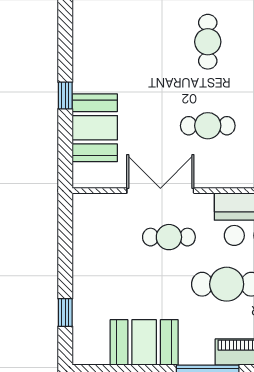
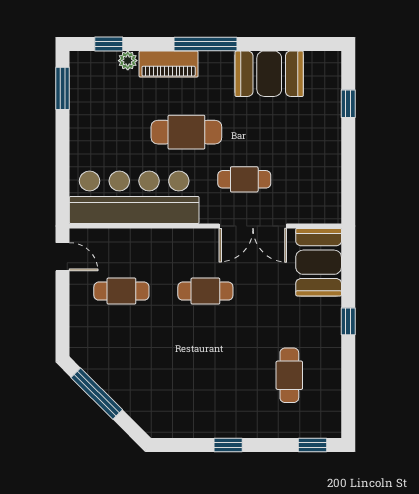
cafe table: (208, 42) -> (289, 375), moved
booth: (95, 128) -> (319, 262), moved

